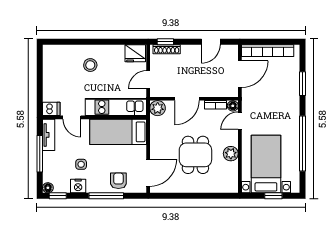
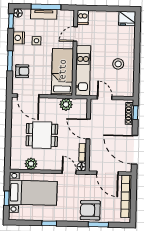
door: (211, 42) -> (135, 150), width x1.87
fridge: (135, 53) -> (127, 18), moved, turned -90
stool: (90, 65) -> (118, 64), moved
armchair: (285, 94) -> (90, 210), added
plant: (158, 108) -> (66, 104), moved
tv unit: (49, 135) -> (44, 14), moved
window: (302, 143) -> (49, 223), width x0.32
plant: (231, 154) -> (31, 164), moved
window: (106, 196) -> (10, 61), width x0.69

